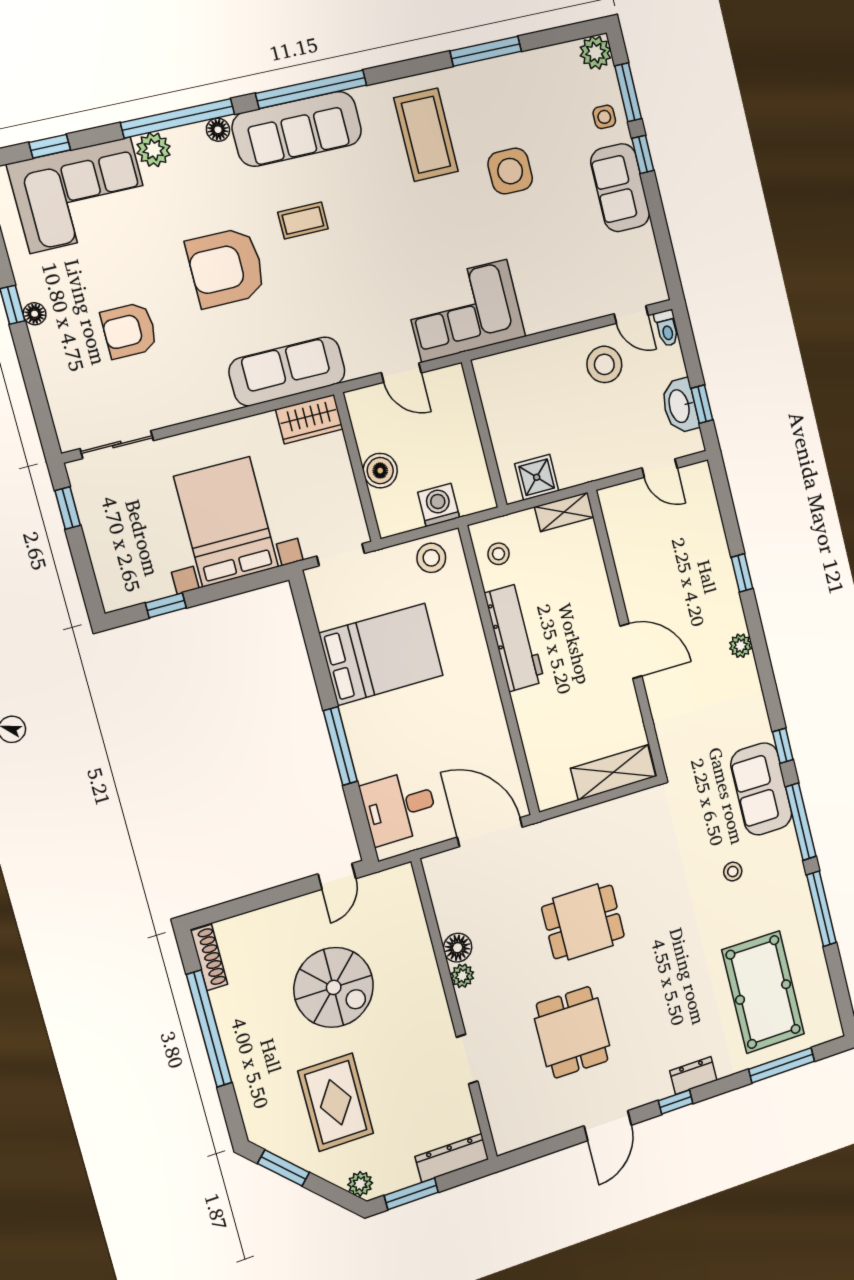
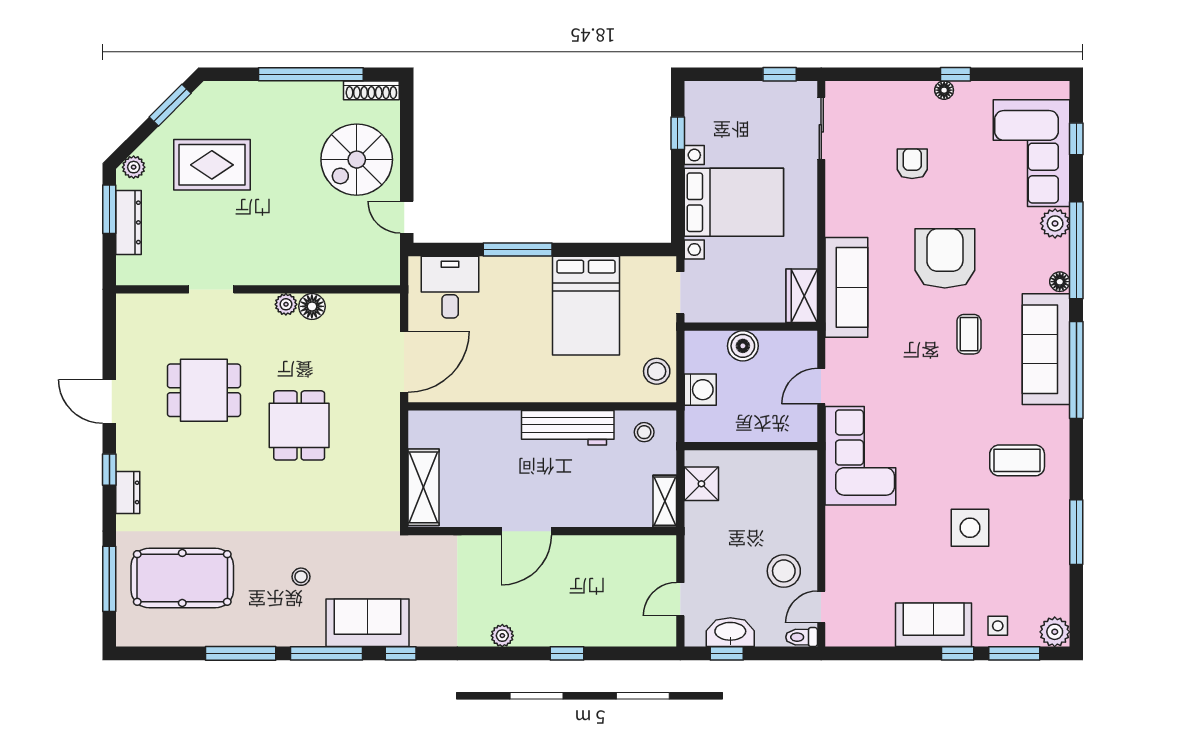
coffee table: (426, 135) -> (1017, 460), width x0.73, depth x0.76
armchair: (129, 330) -> (912, 164), width x0.72, depth x0.72
spiral stairs: (334, 987) -> (357, 160), moved
dresser: (452, 1158) -> (129, 222), moved

